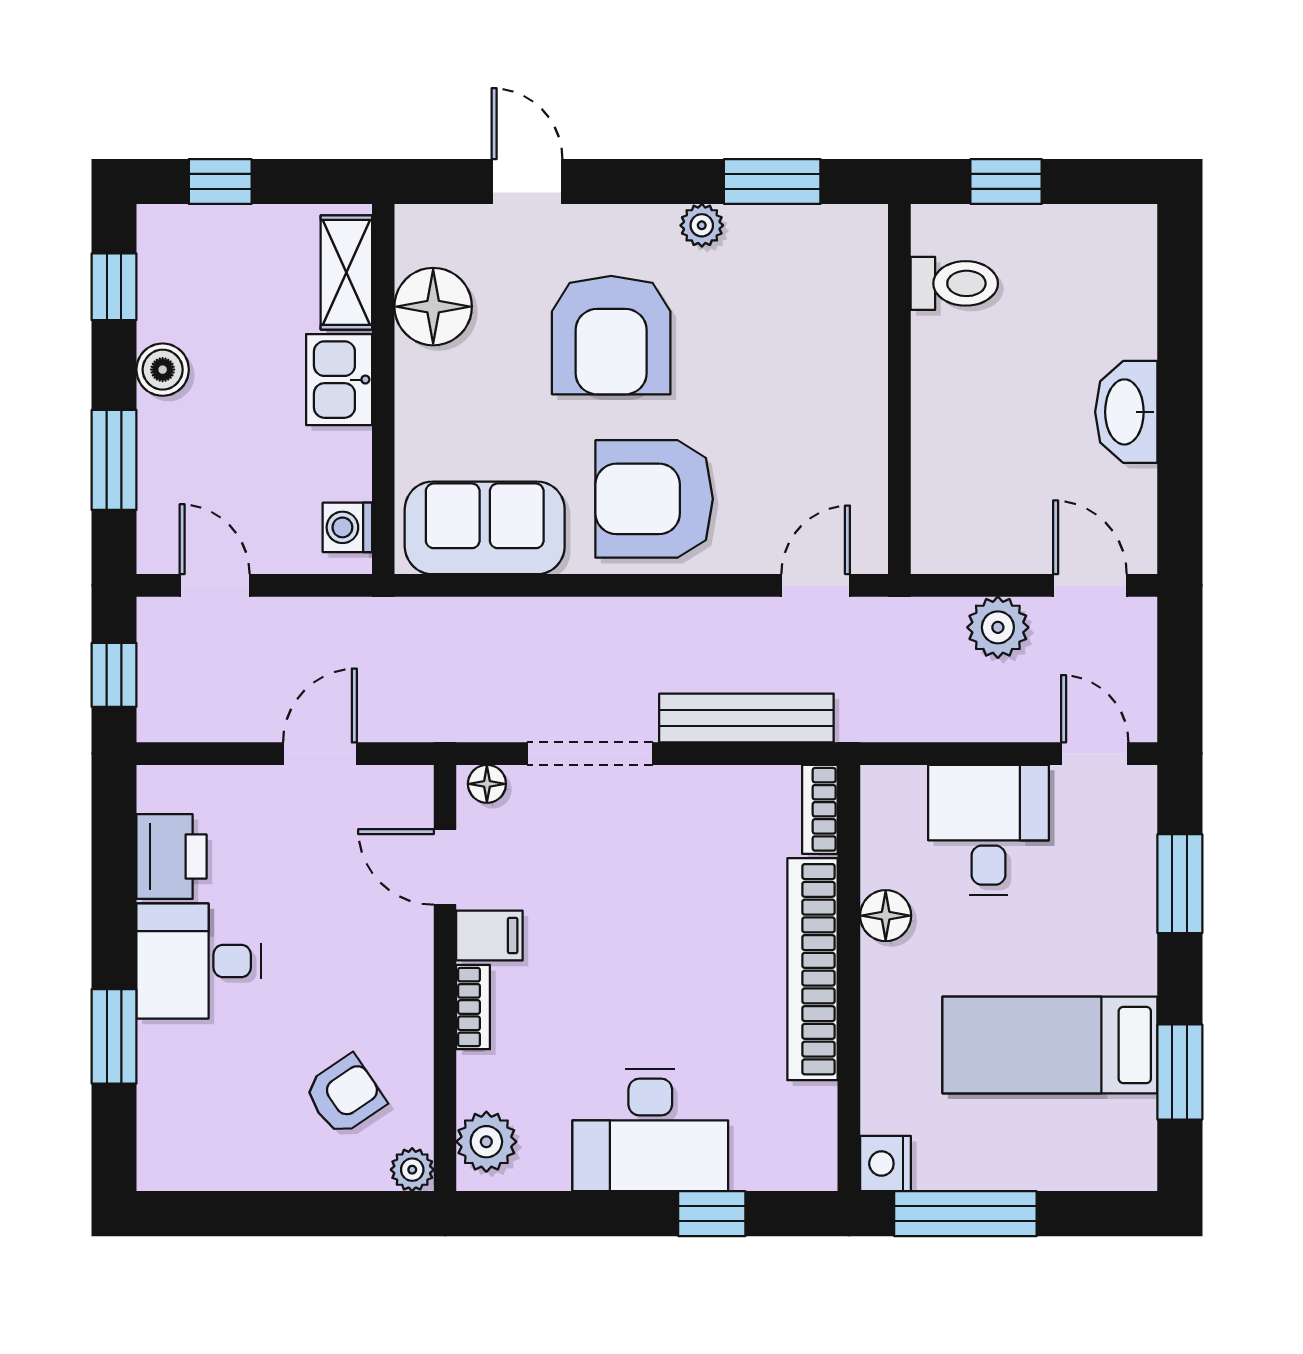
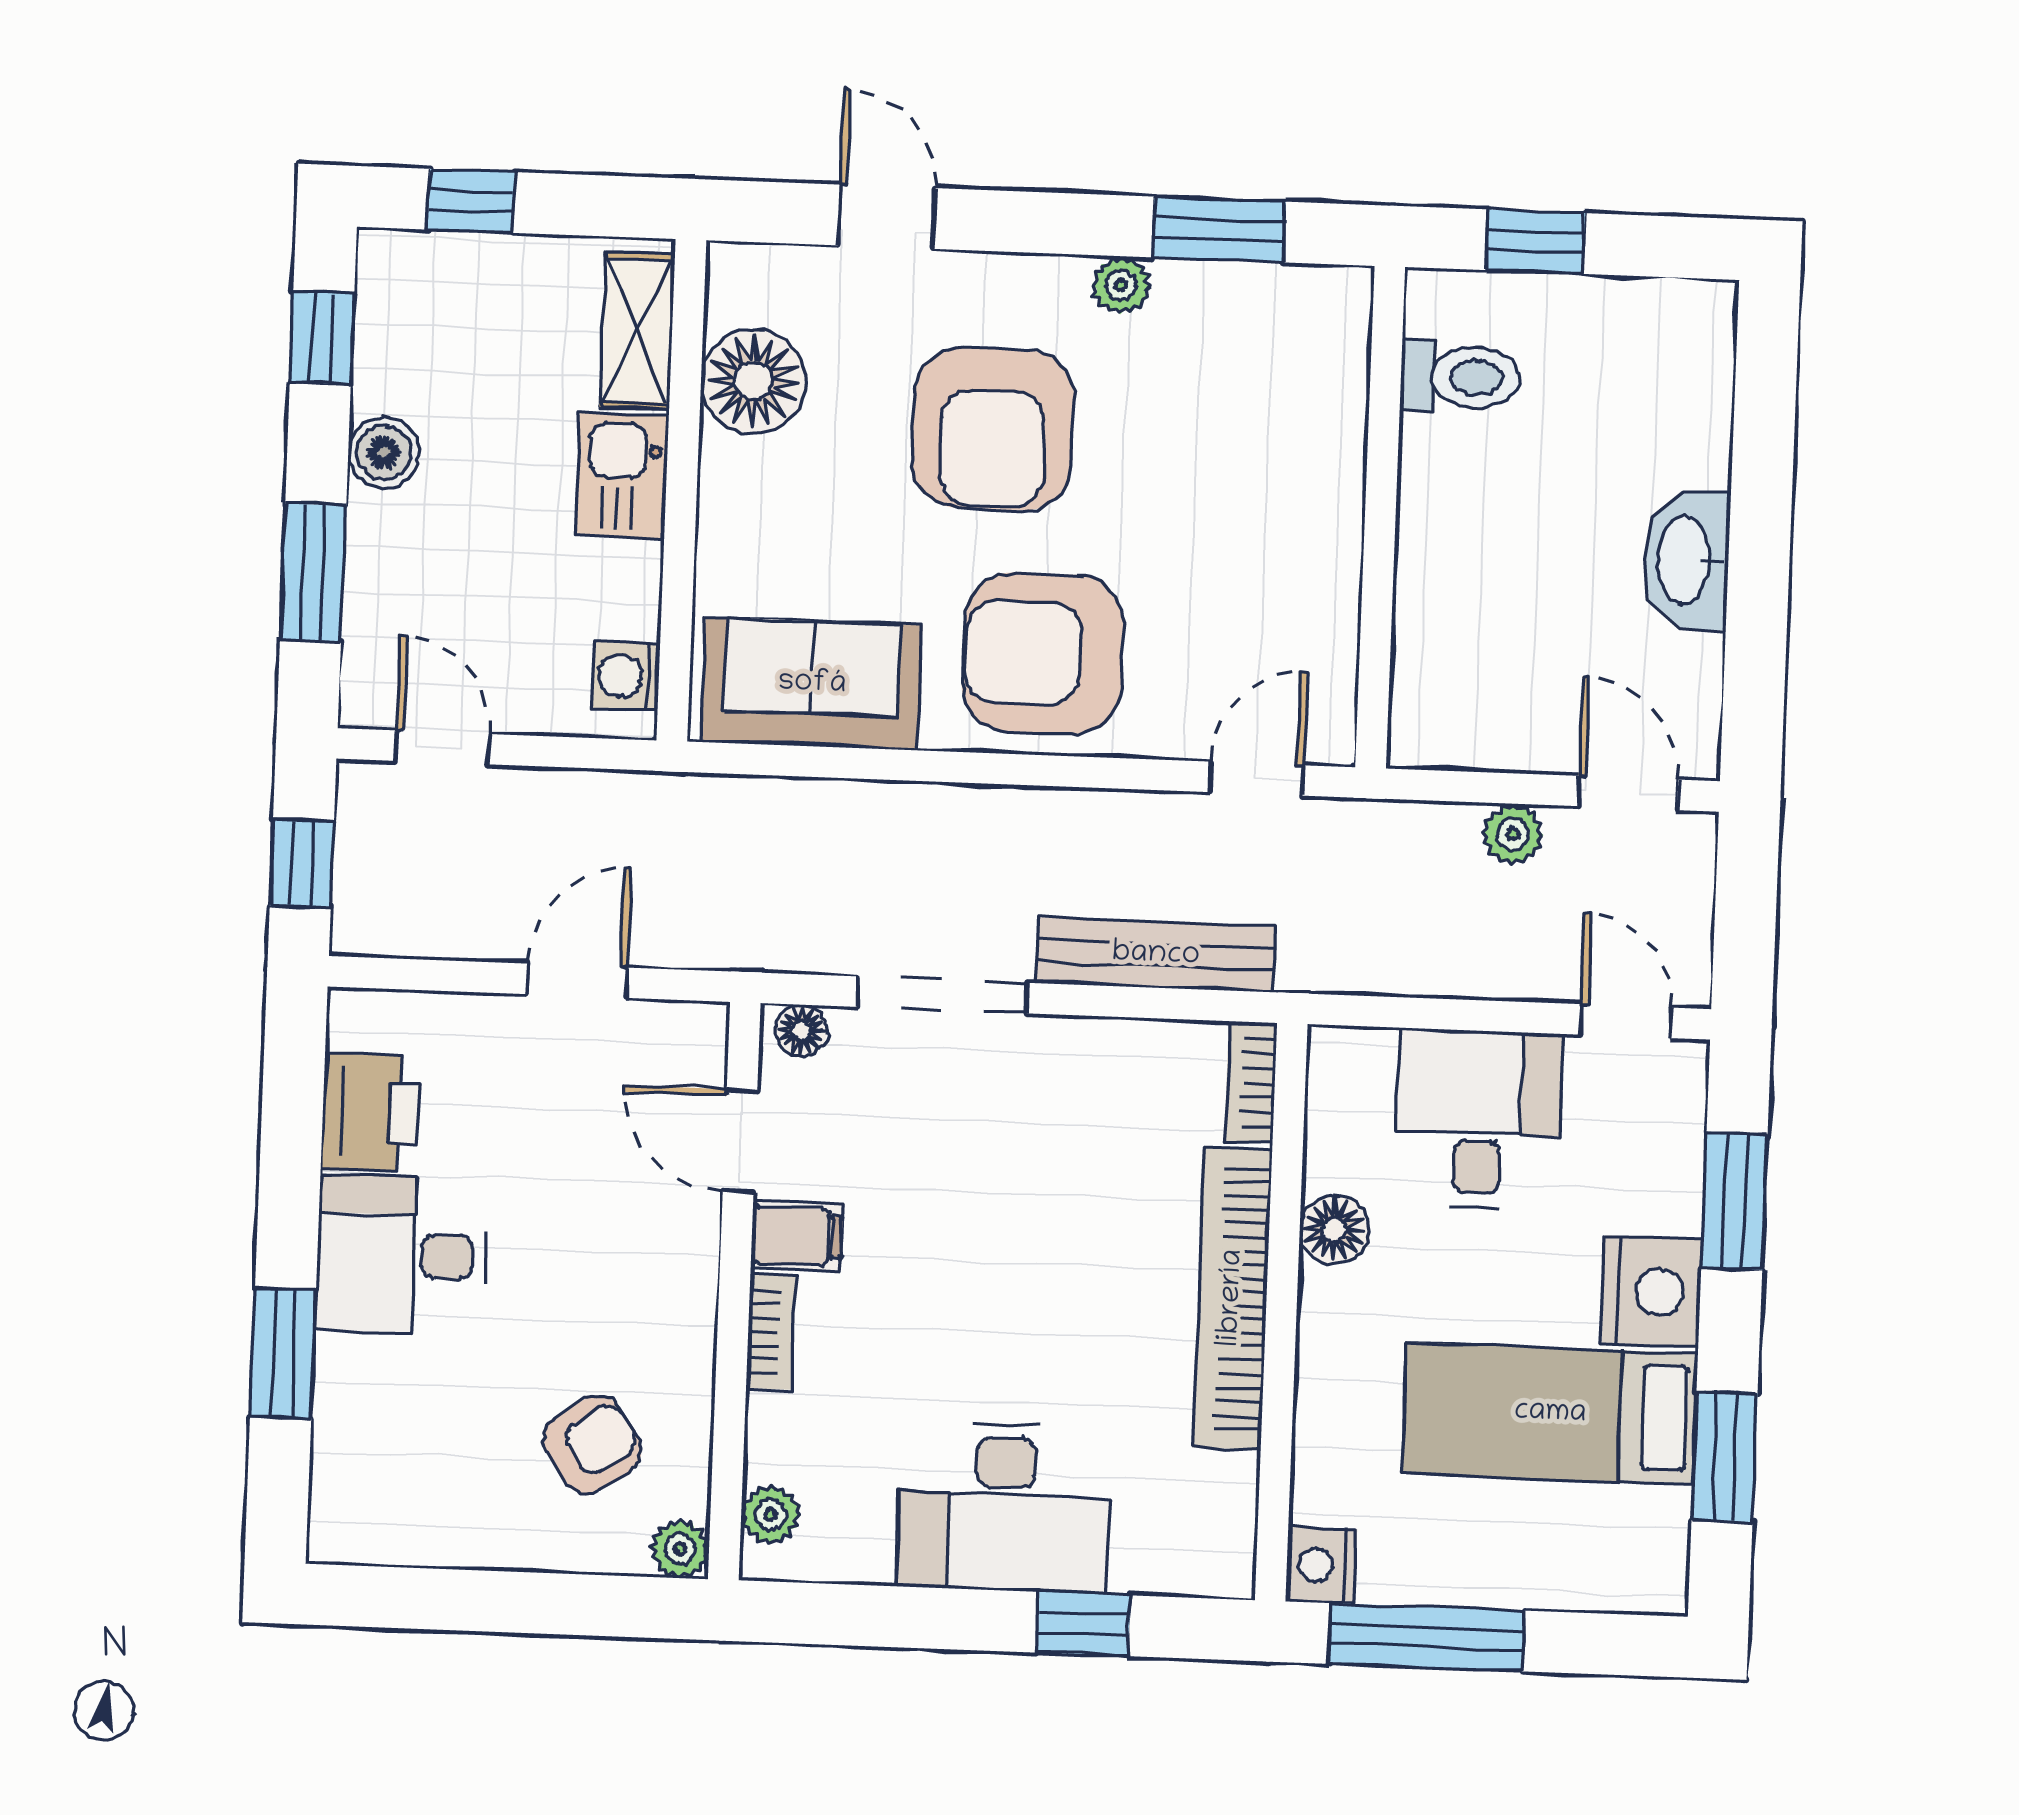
plant: (998, 627) -> (1513, 834), width x0.73, depth x0.73
nightstand: (1122, 952) -> (1652, 1291), added
plant: (486, 1142) -> (771, 1515), width x0.73, depth x0.73

